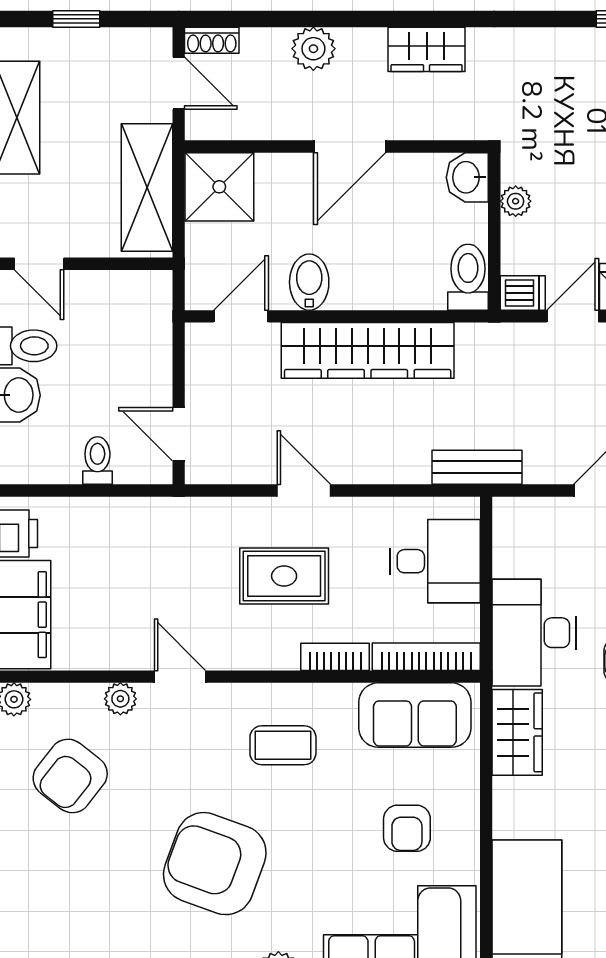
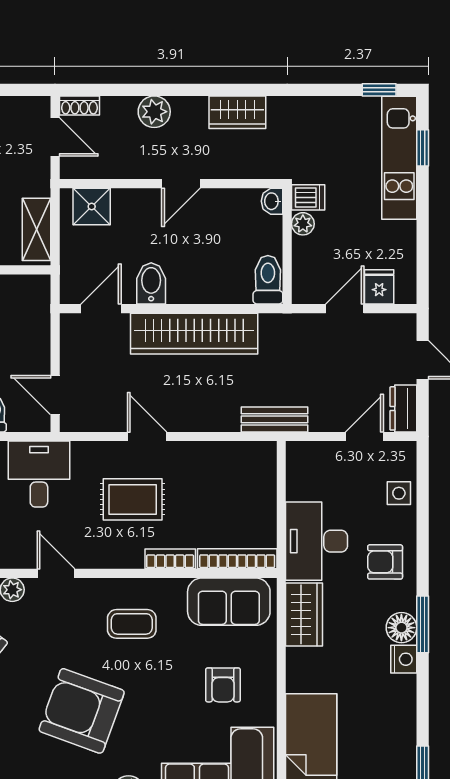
door: (350, 146) -> (181, 184), width x0.73
washbasin: (467, 177) -> (272, 201), width x0.72, depth x0.69
shelving: (147, 187) -> (36, 229), width x0.67, depth x0.75
shower: (219, 187) -> (92, 206), width x0.73, depth x0.73
dishwasher: (523, 293) -> (308, 197), moved
desk: (435, 561) -> (39, 474), moved, turned -90

